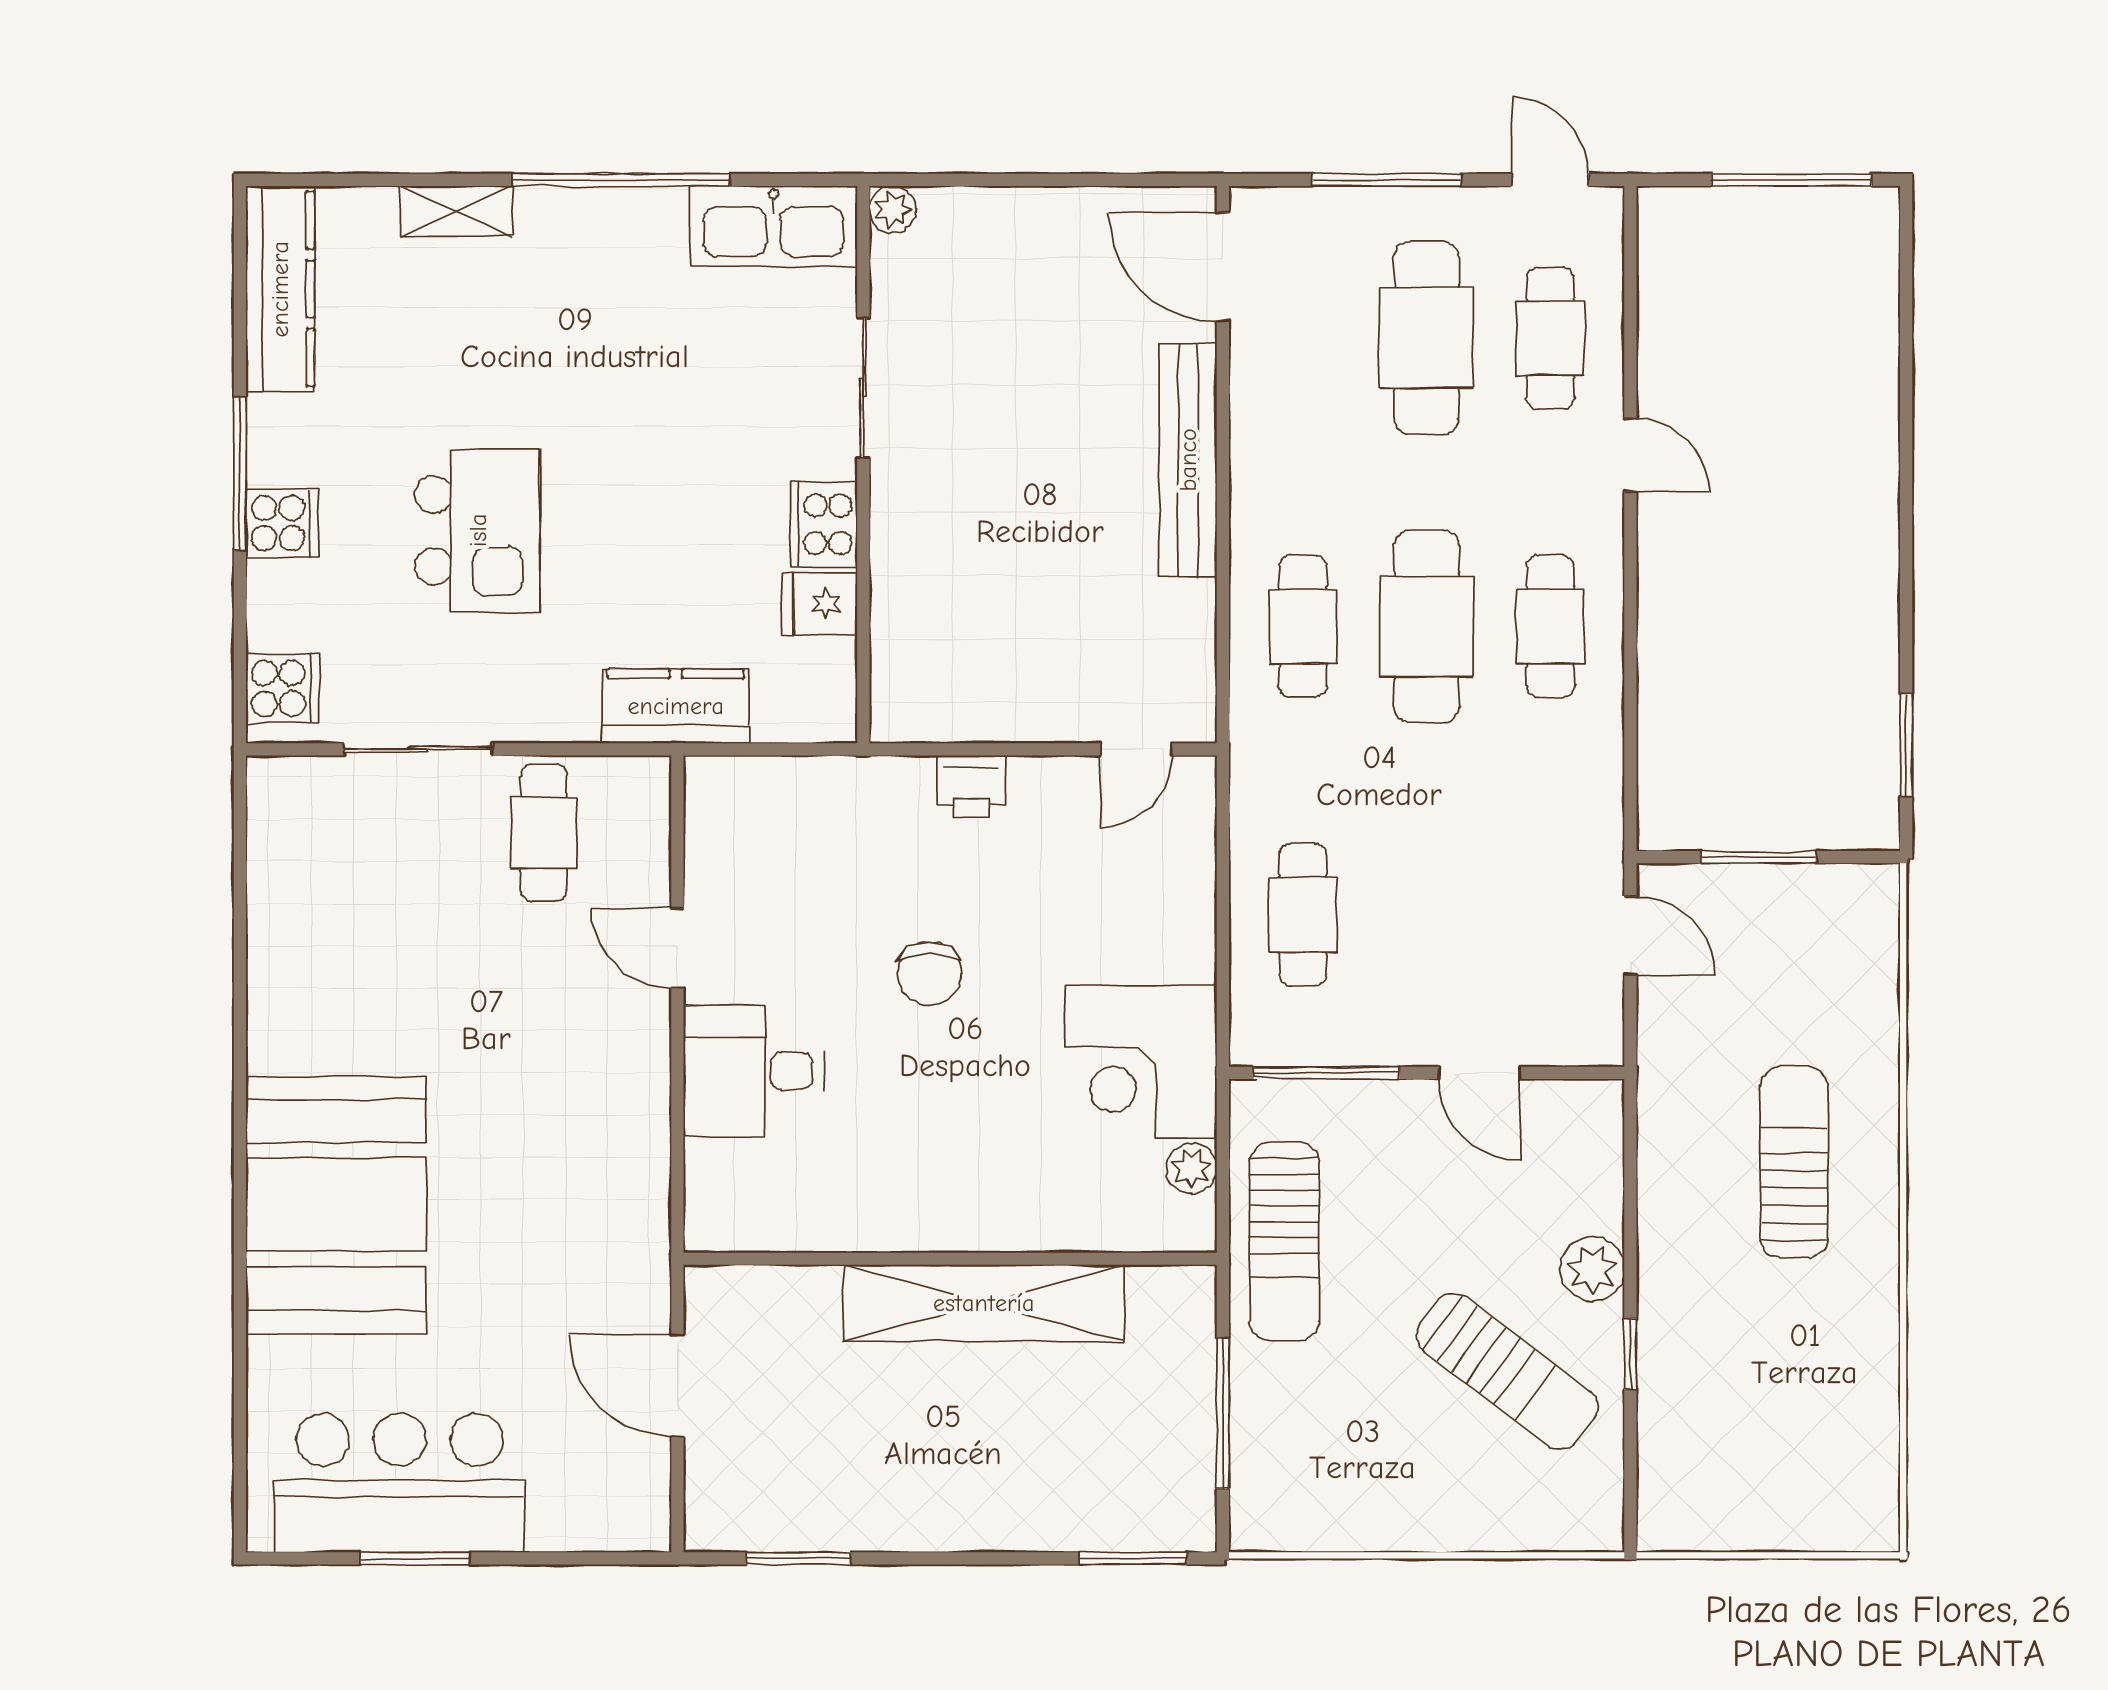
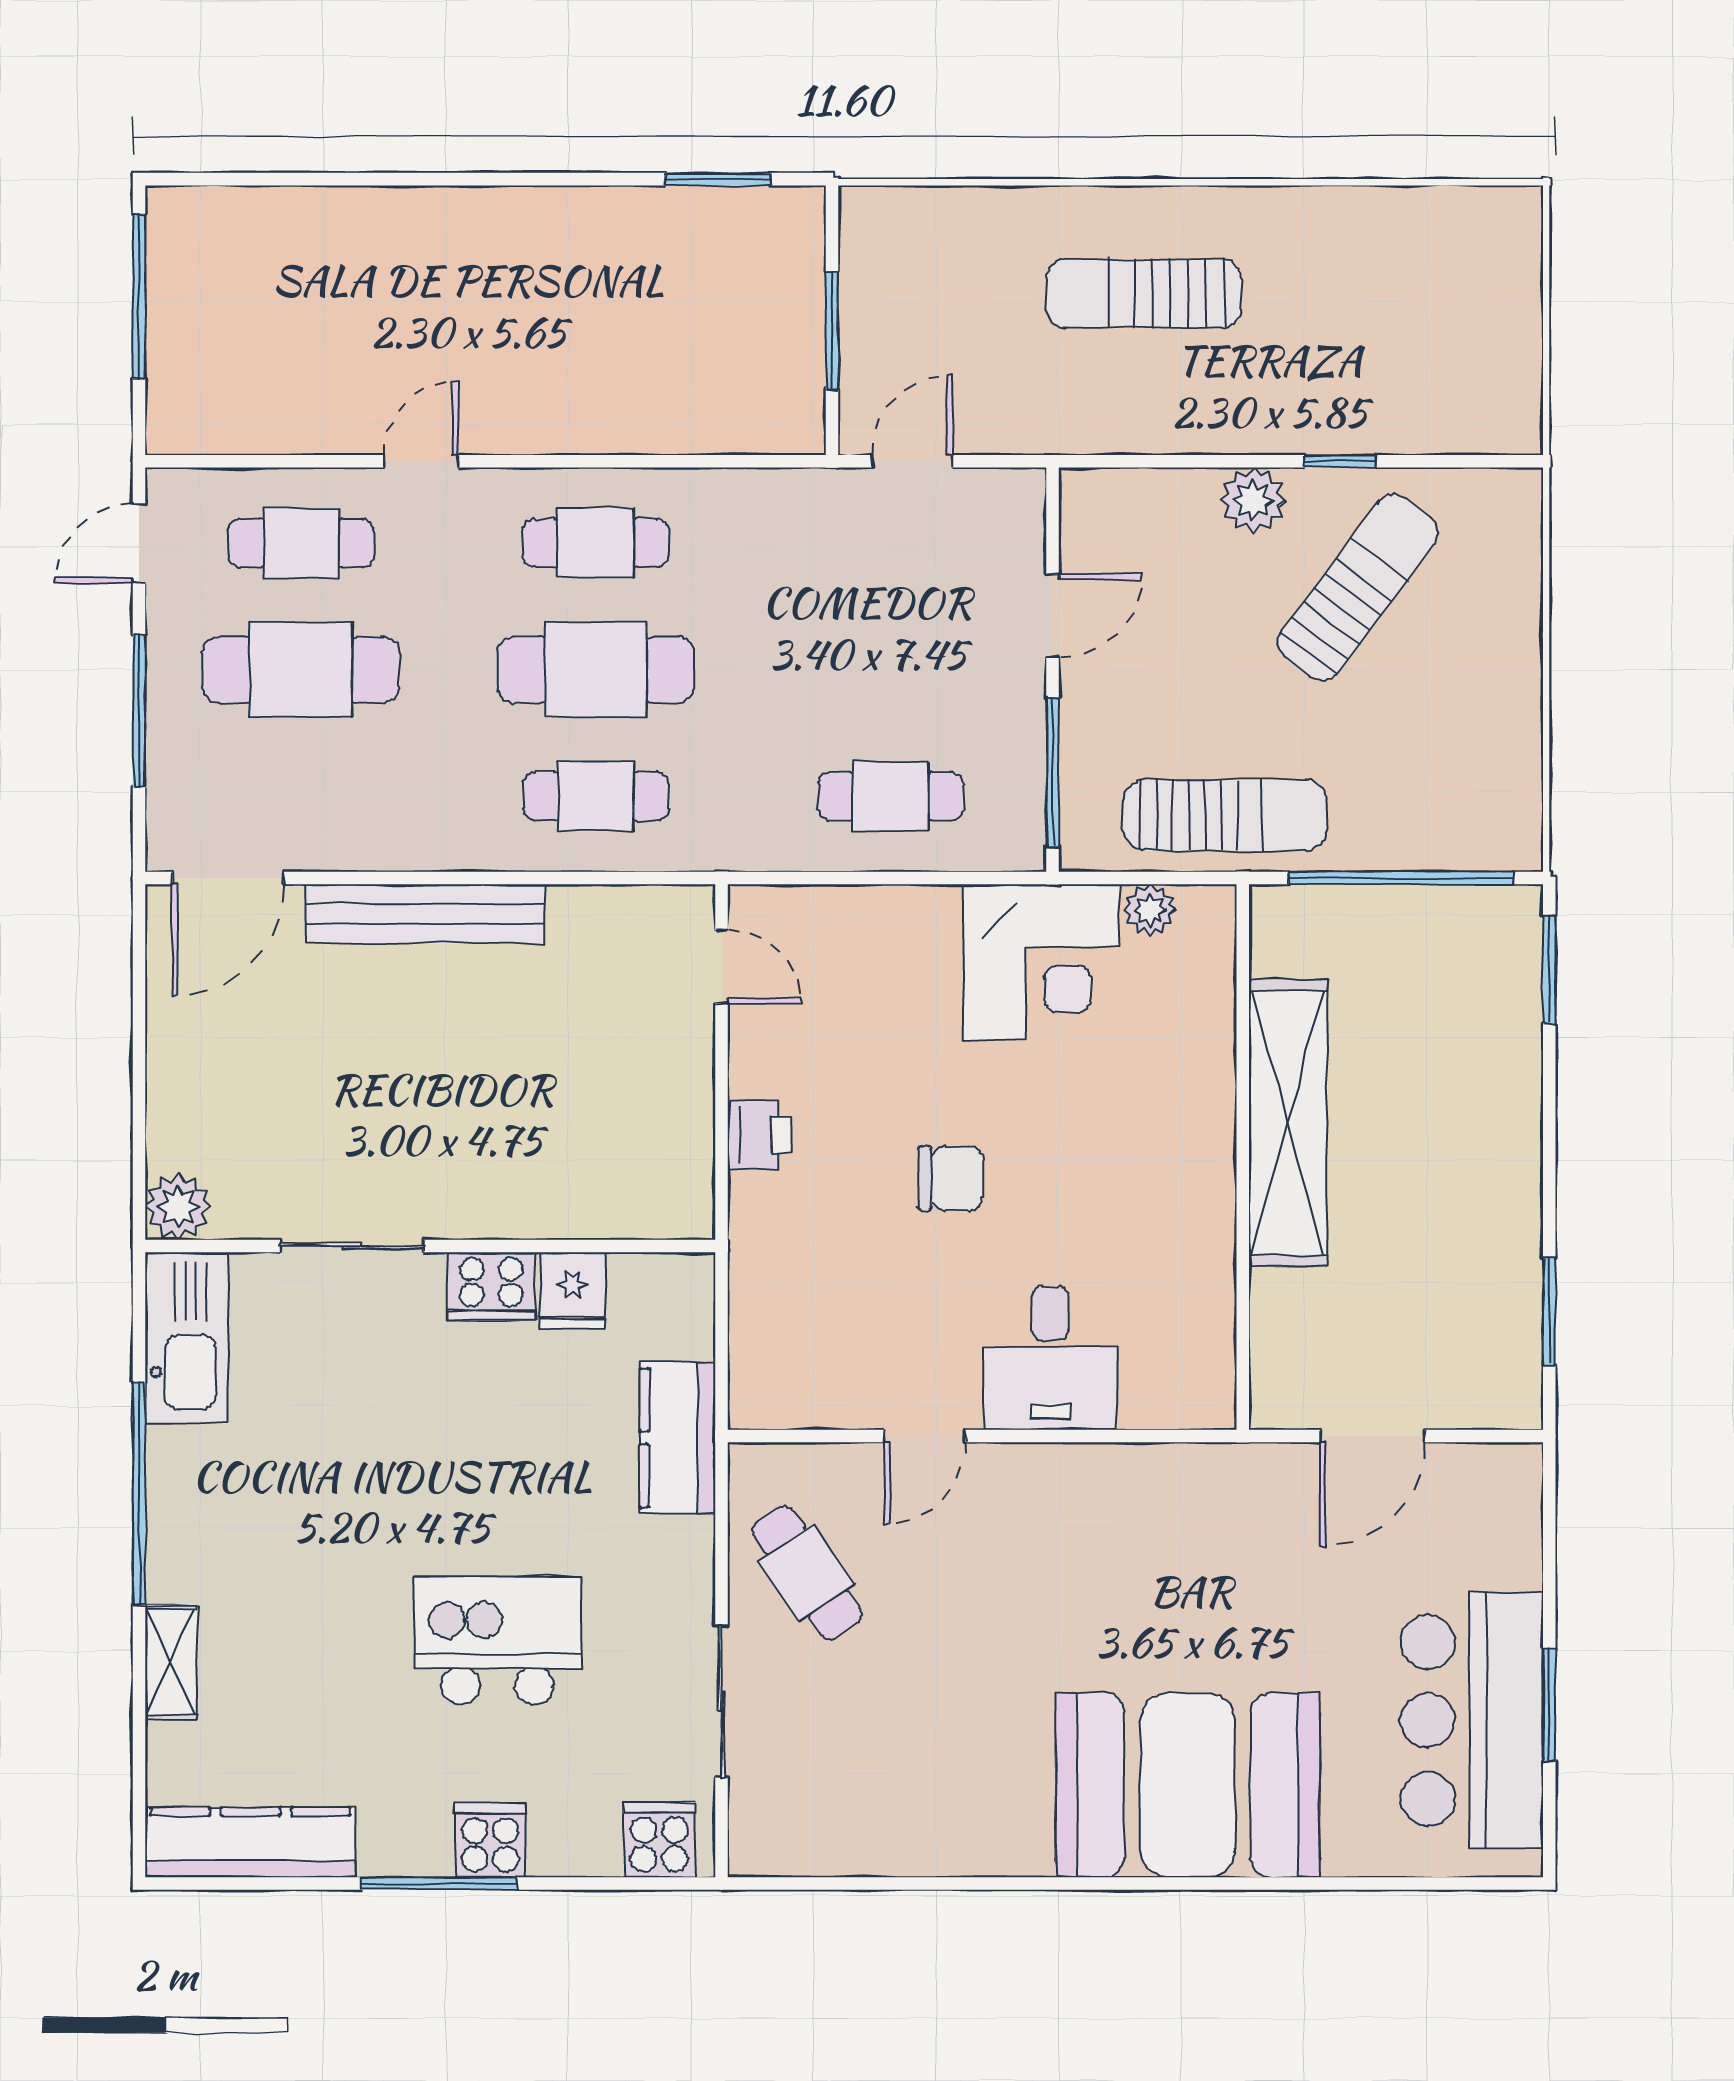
plant: (893, 209) -> (178, 1207), width x1.38, depth x1.38
cafe table: (544, 833) -> (807, 1573), turned 56
window: (1223, 1413) -> (1401, 878), width x1.46

